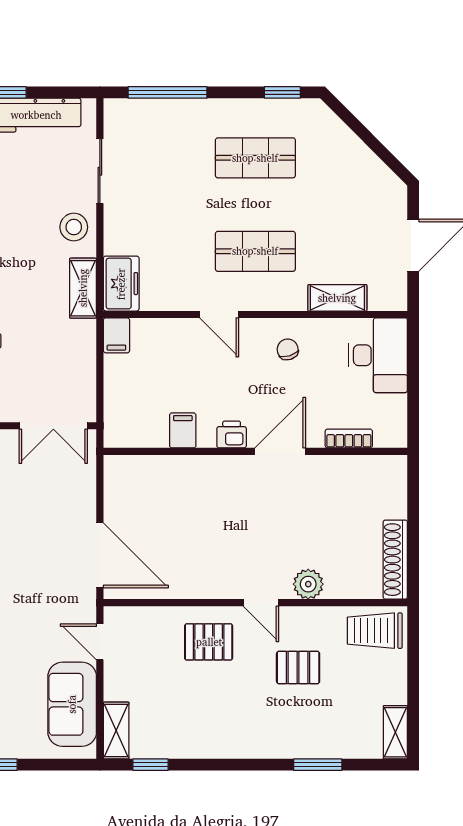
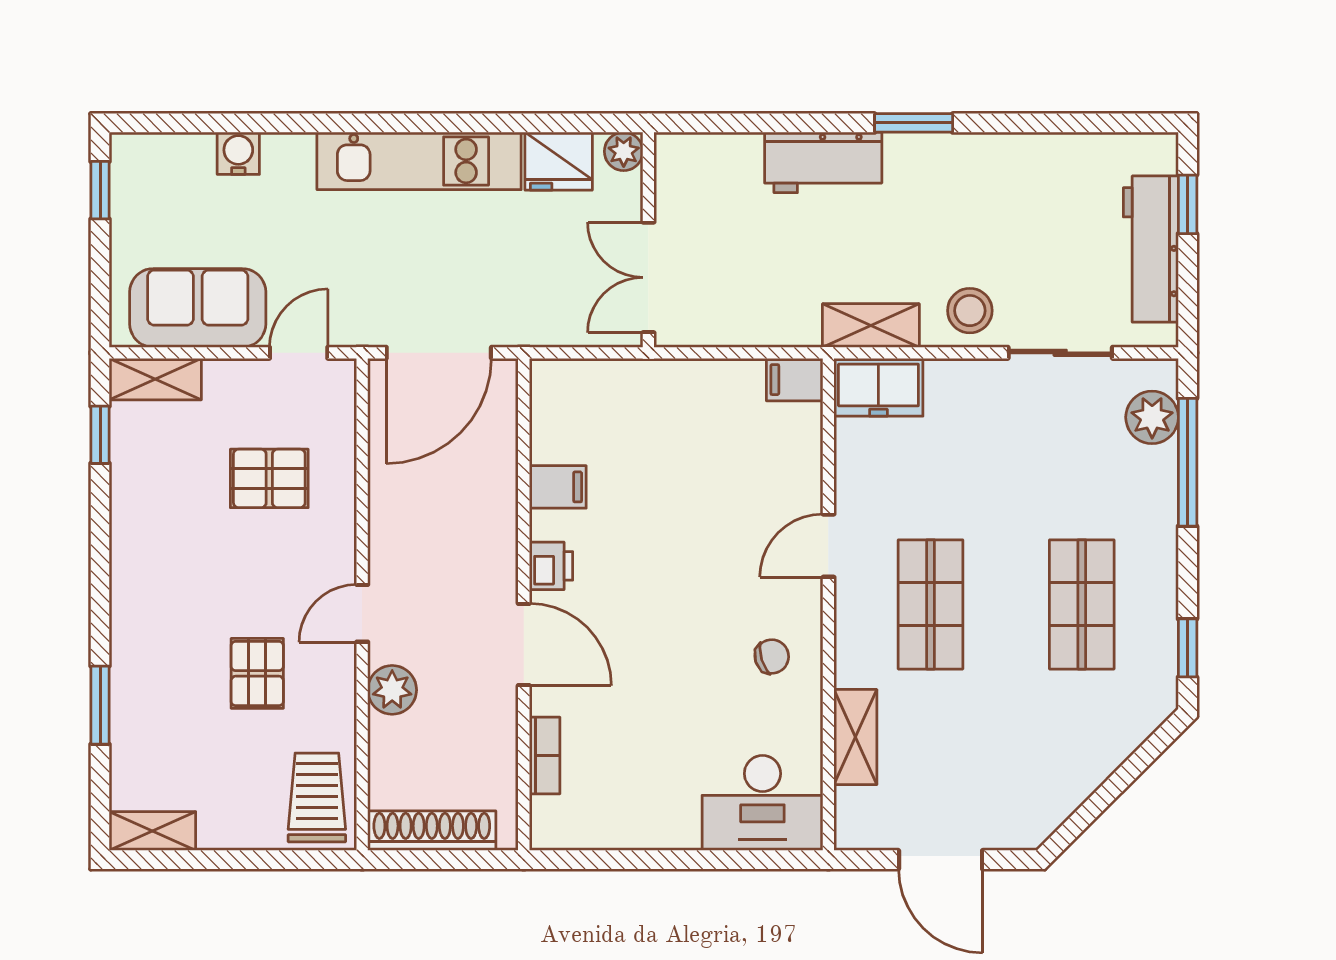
plant: (140, 114) -> (1152, 417), added
filing cabinet: (183, 430) -> (558, 487), moved
printer: (232, 435) -> (551, 566), moved
bookcase: (349, 439) -> (545, 756), moved
wall: (255, 451) -> (524, 604), moved
door: (280, 451) -> (524, 644), moved
pallet: (209, 642) -> (269, 478), moved, turned 90

